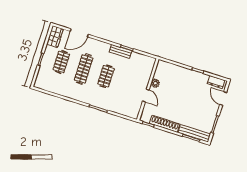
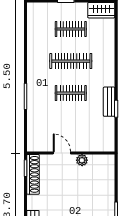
door: (79, 33) -> (116, 40), removed
door: (146, 96) -> (62, 153), swing flipped
shoe rack: (165, 124) -> (33, 174), moved

